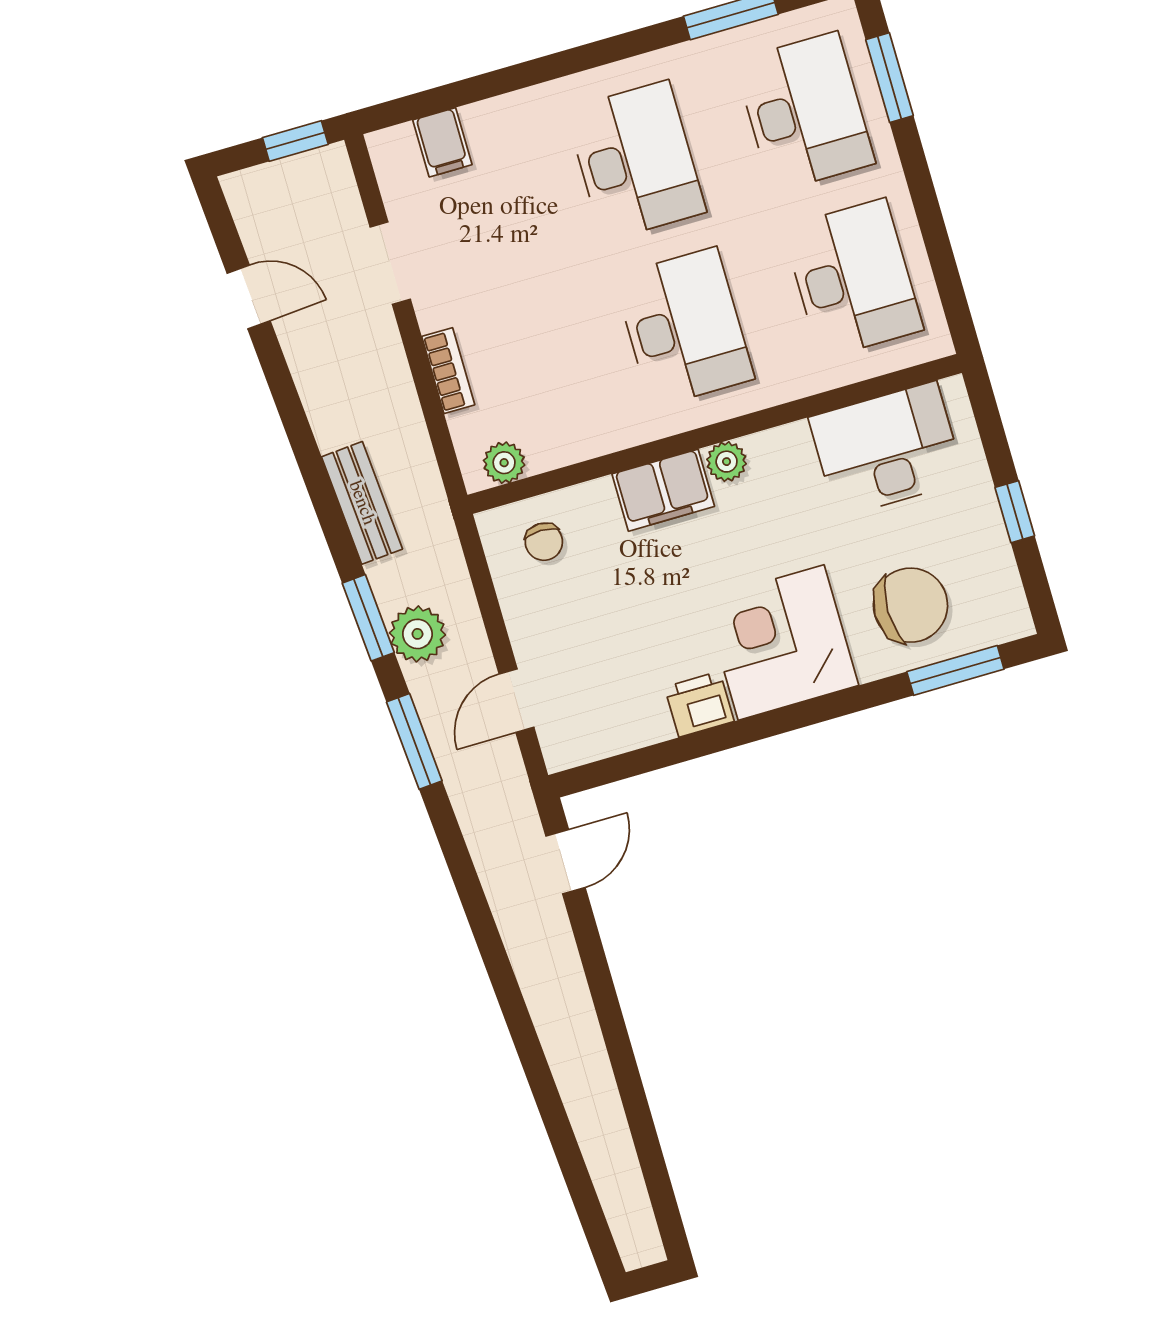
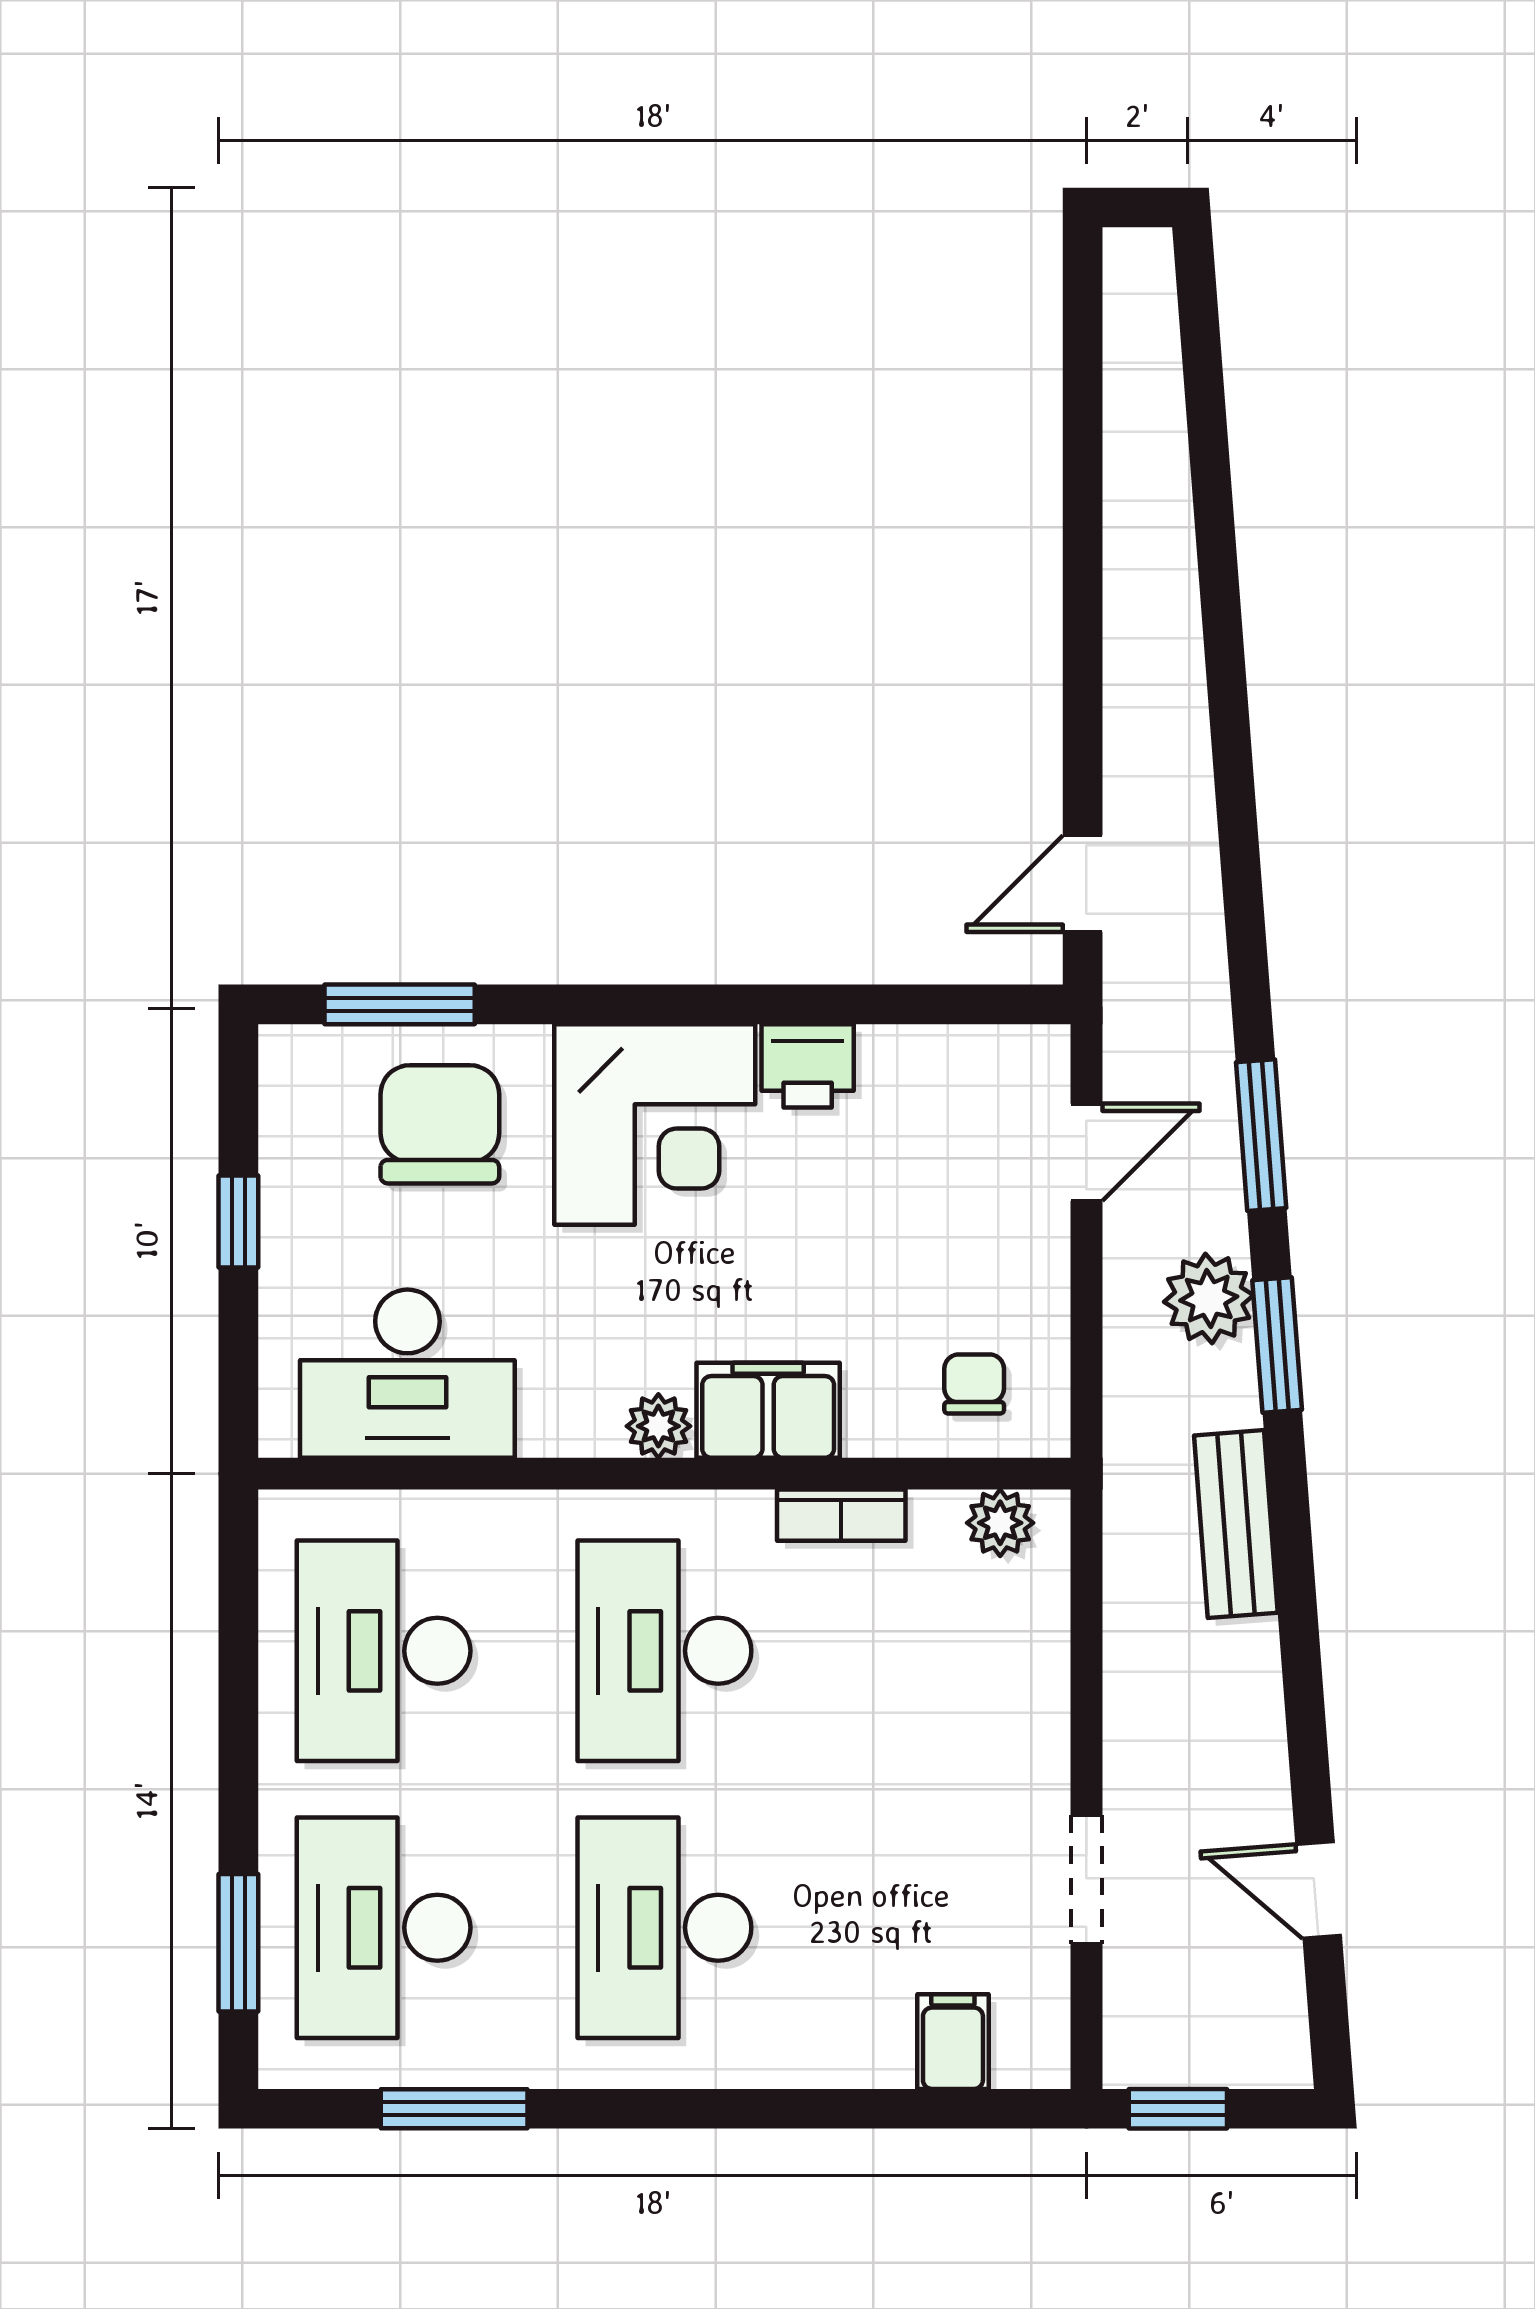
bookcase: (448, 371) -> (841, 1515), moved, turned -90
chair: (910, 605) -> (440, 1124), turned 90

